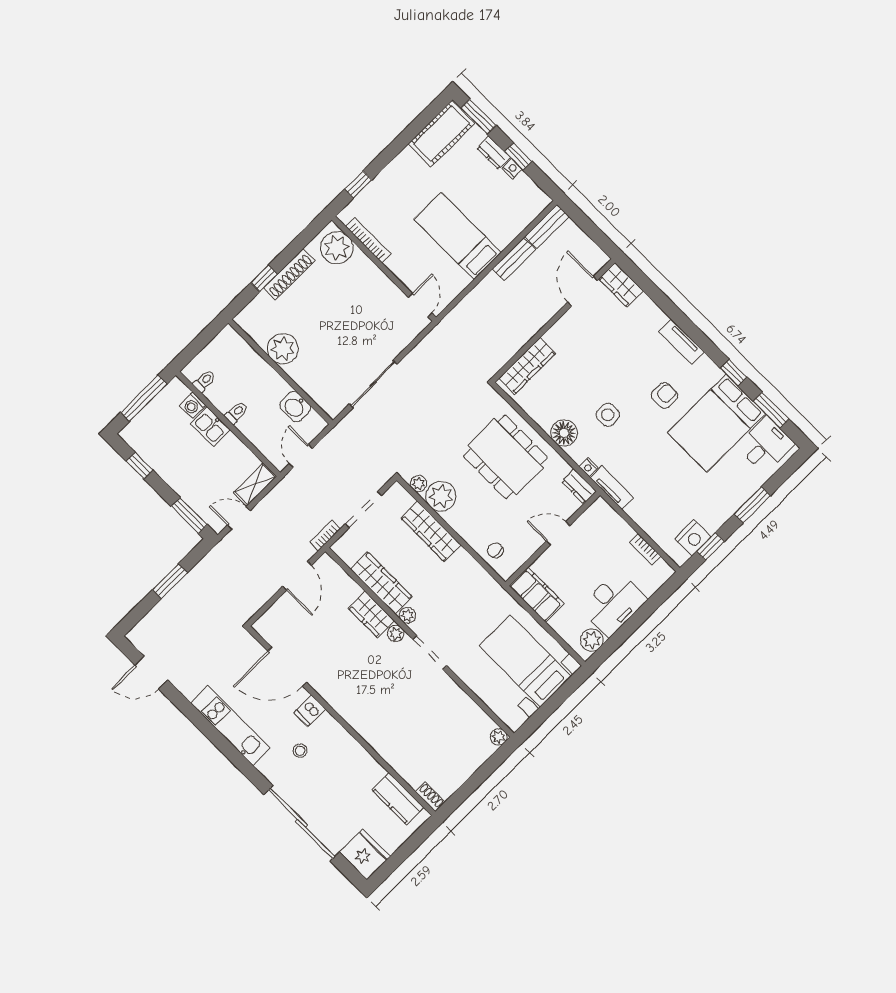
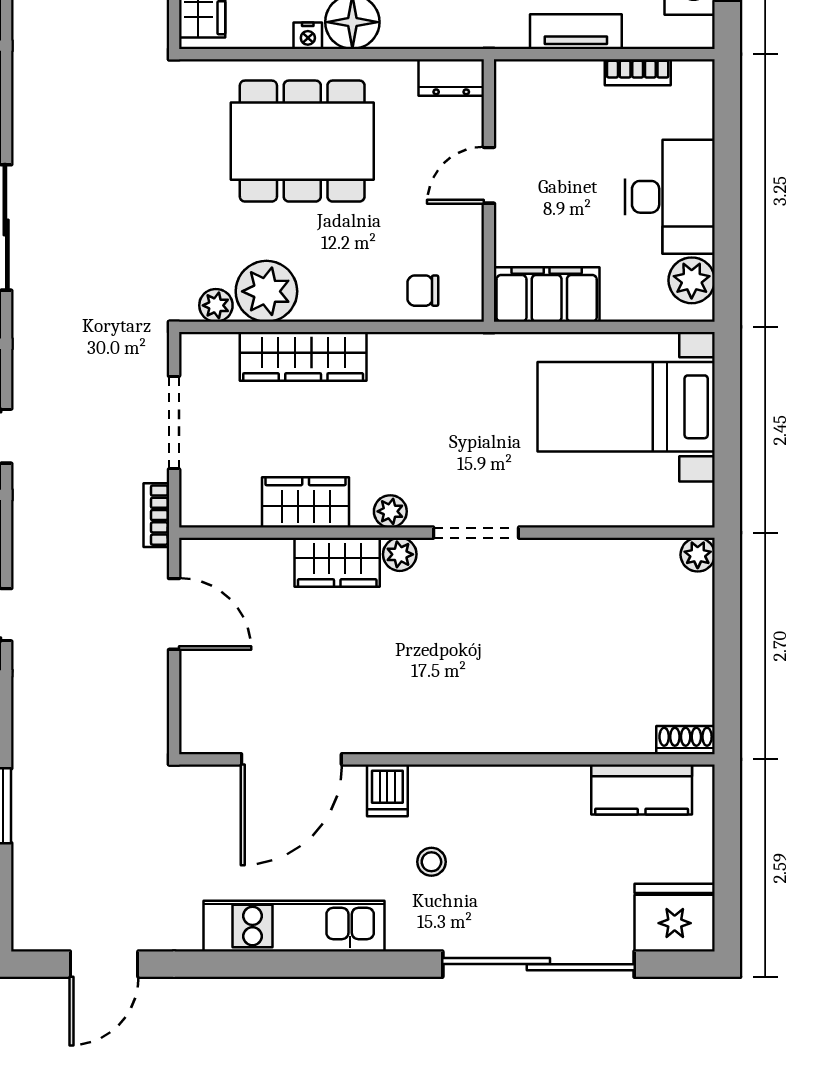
nightstand: (589, 467) -> (308, 36), moved
tv unit: (612, 488) -> (576, 32), moved
wardrobe: (381, 583) -> (306, 502), width x0.67

